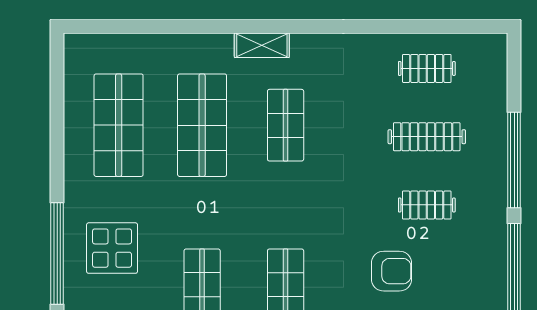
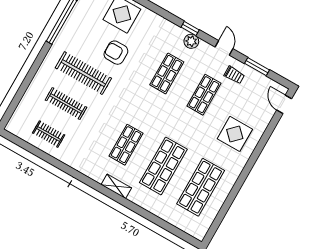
window: (514, 160) -> (33, 71), removed
clothes rail: (427, 205) -> (83, 73), width x1.86, depth x1.31
window: (57, 253) -> (261, 146), removed

